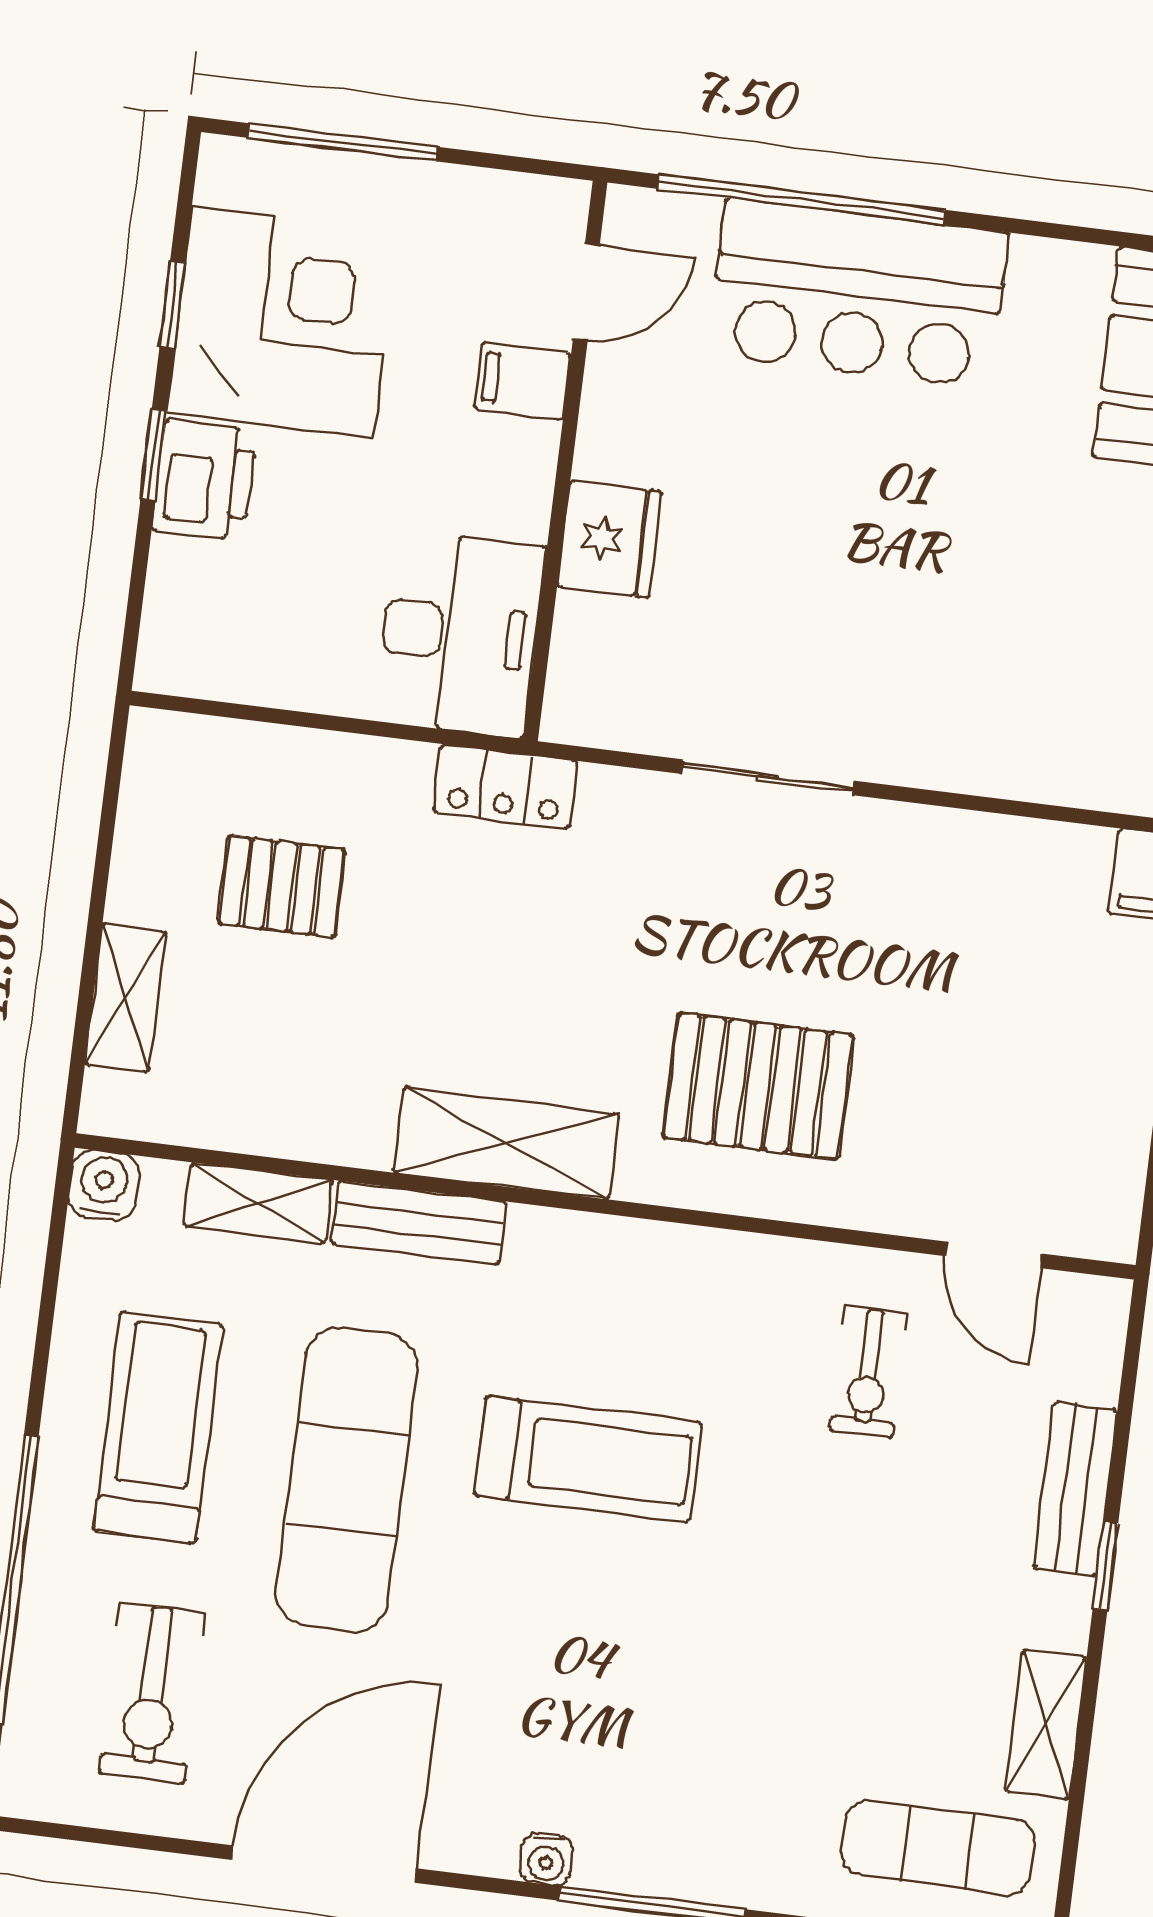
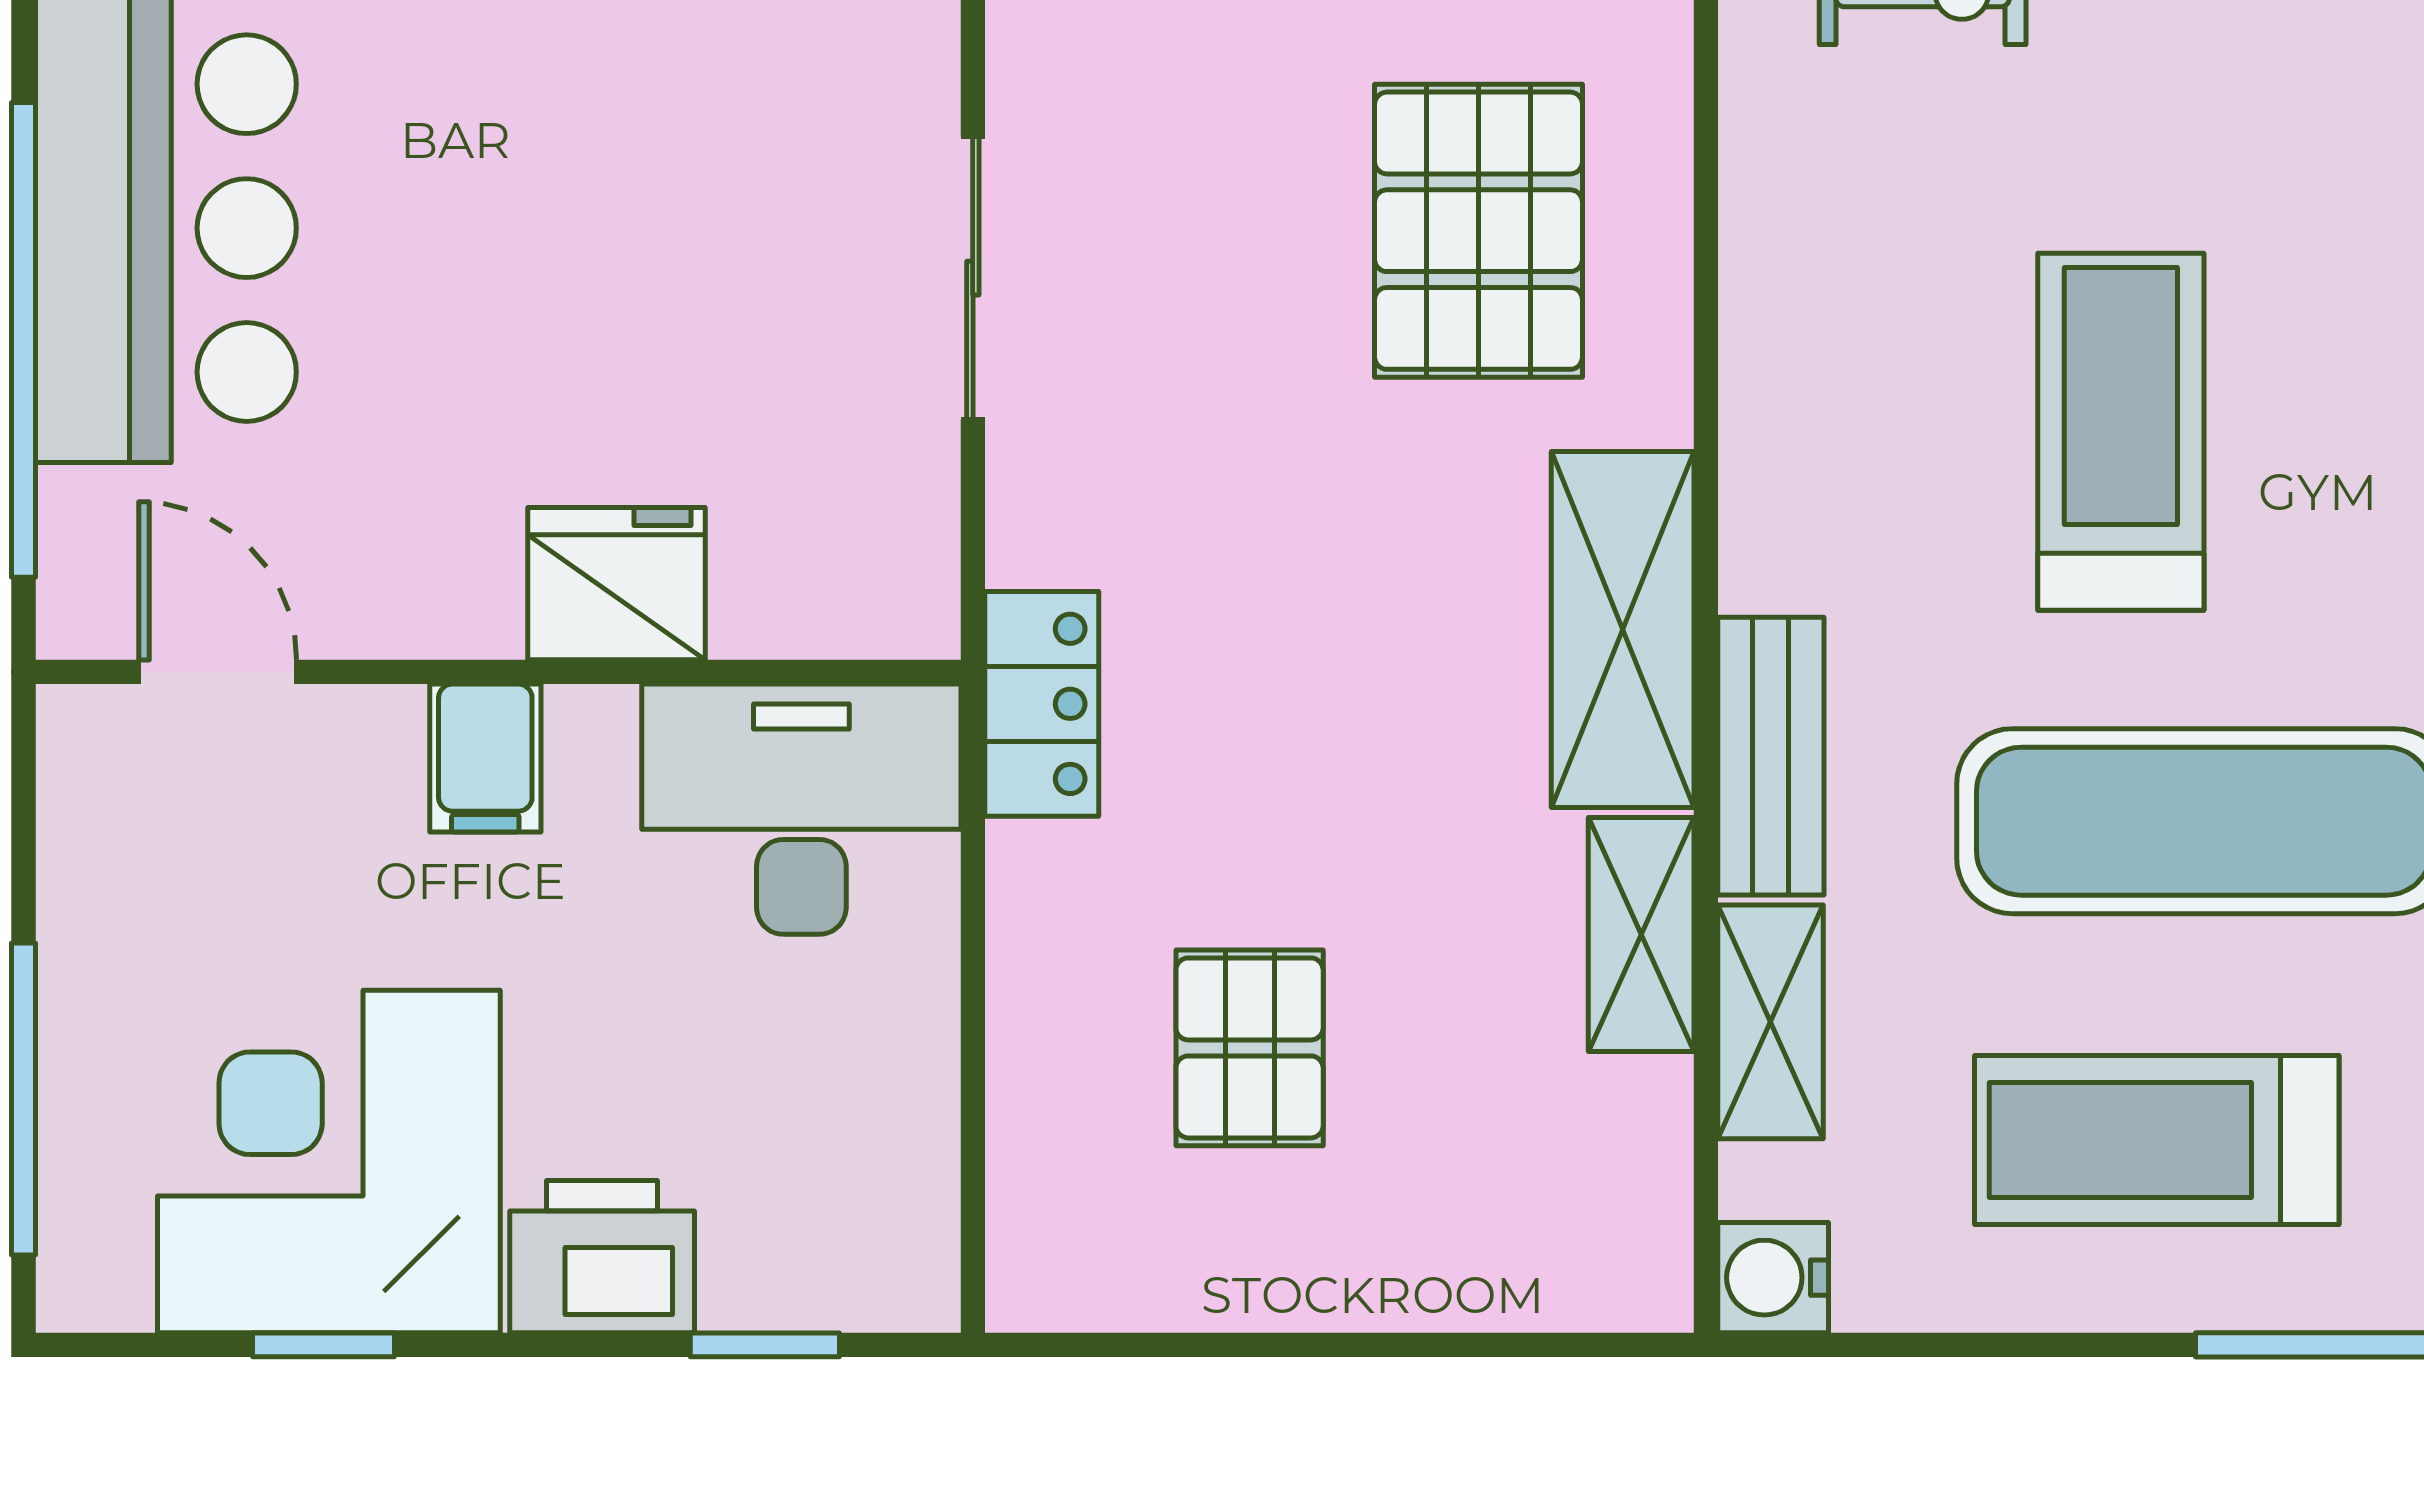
filing cabinet: (522, 381) -> (485, 758), moved
window: (153, 455) -> (765, 1345), moved
shelving: (125, 998) -> (1641, 935), moved, turned 90

